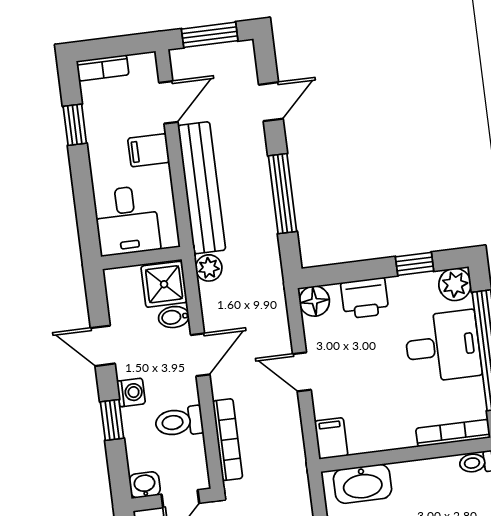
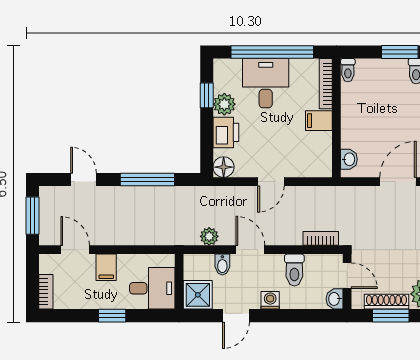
window: (75, 125) -> (112, 316), moved
bench: (202, 188) -> (136, 234), removed
plant: (209, 268) -> (209, 236), moved
shower: (164, 284) -> (198, 295), moved
plant: (455, 284) -> (224, 104), moved
window: (112, 420) -> (287, 316), removed
filing cabinet: (331, 438) -> (319, 121), moved
bookcase: (228, 440) -> (321, 238), width x0.64
washbasin: (363, 484) -> (349, 159), width x0.52, depth x0.69

